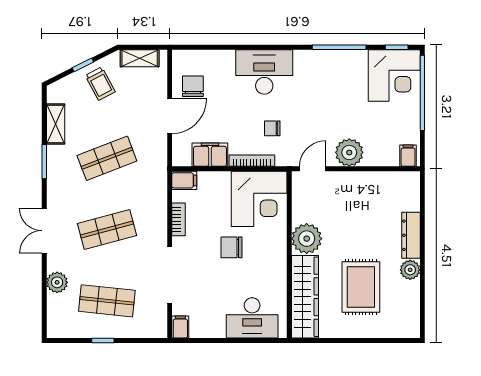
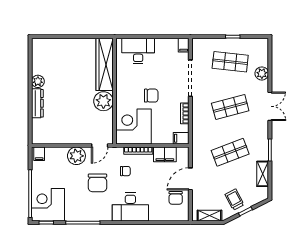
chair: (316, 110) -> (97, 183), added
rug: (361, 287) -> (69, 71), removed

